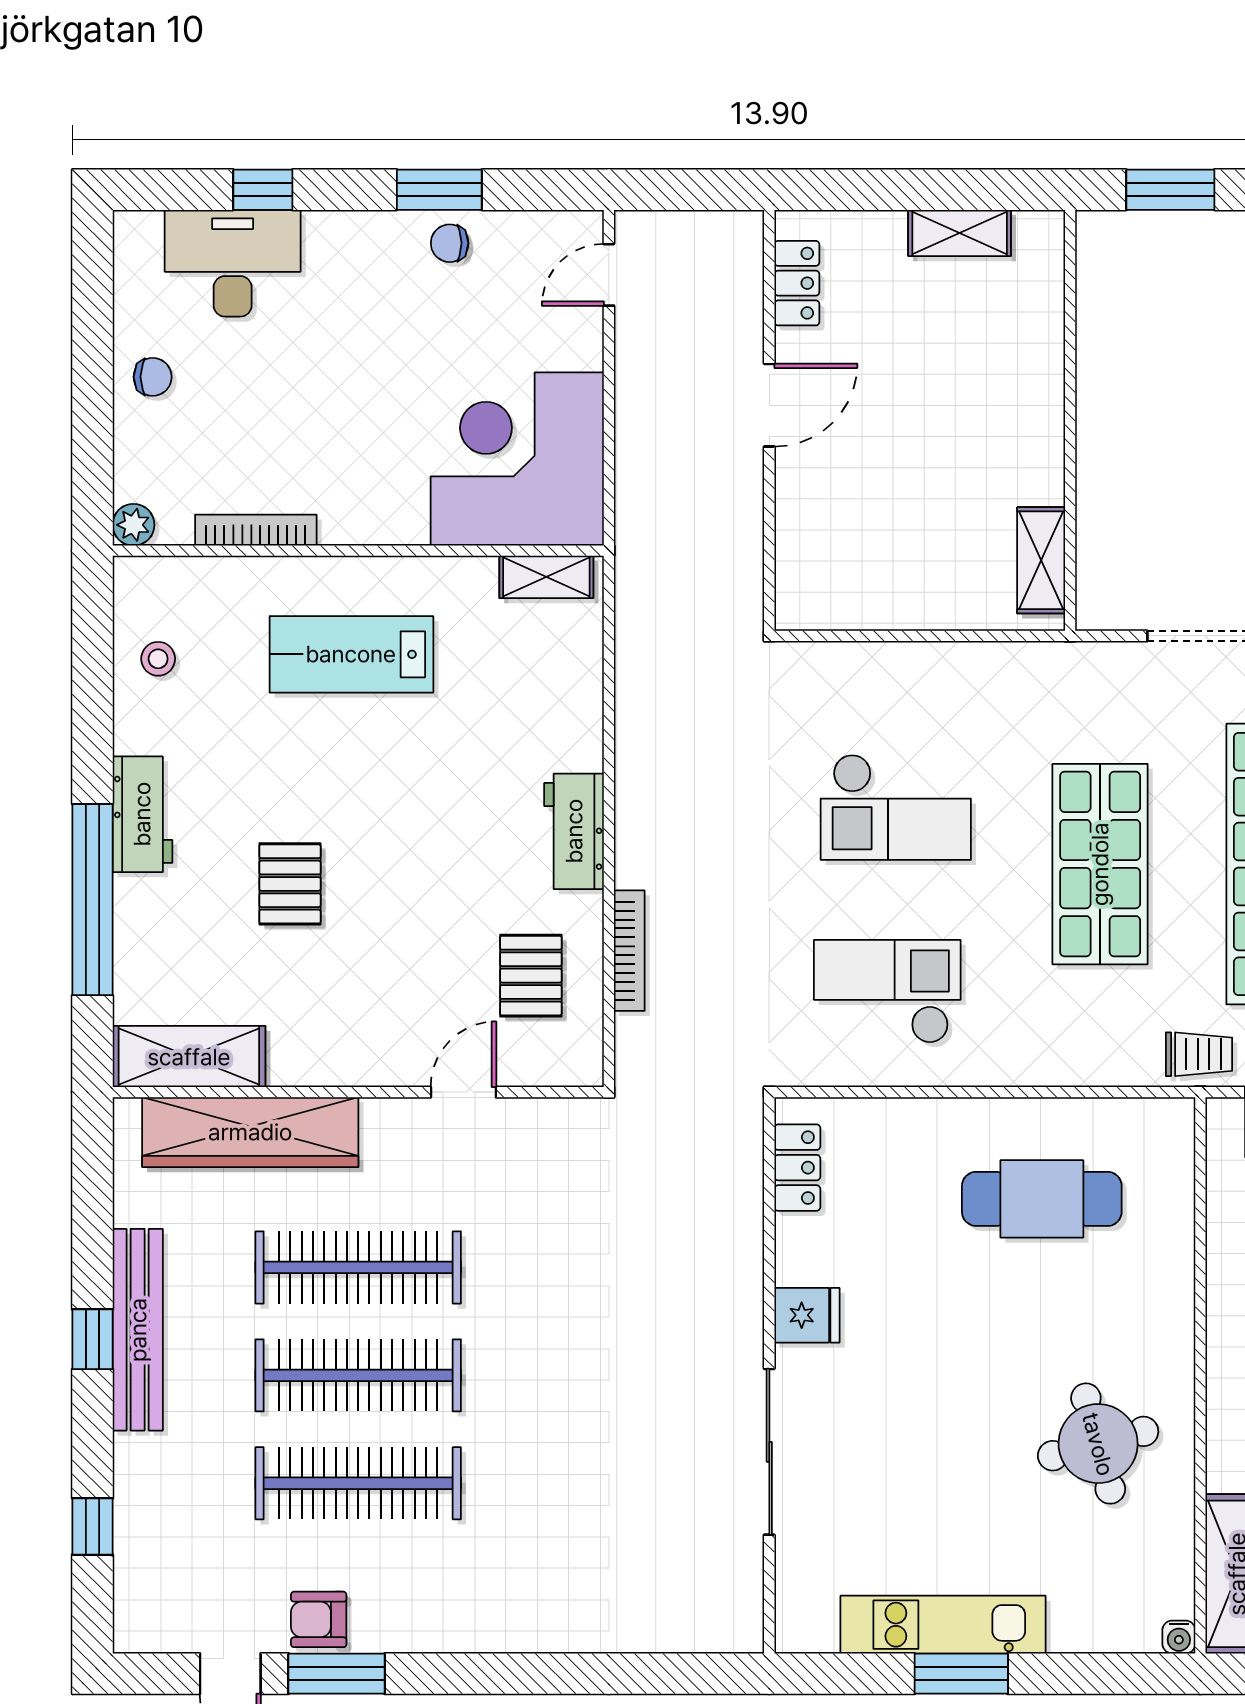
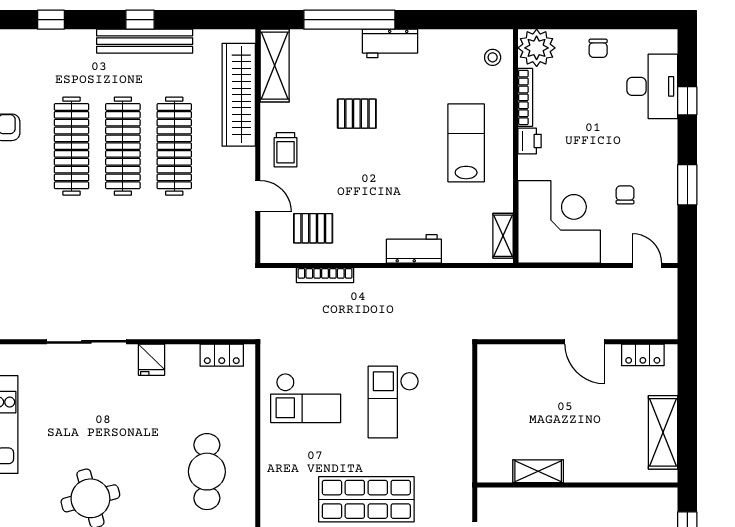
shelving: (960, 233) -> (663, 432), width x1.50, depth x1.33
chair: (450, 243) -> (625, 195), moved
printer: (348, 521) -> (529, 141), added
plant: (133, 525) -> (537, 48), width x1.88, depth x1.88
shelving: (1041, 560) -> (538, 471), moved
stool: (158, 659) -> (493, 57), moved
workbench: (574, 831) -> (414, 249), moved
checkout: (887, 992) -> (306, 398), turned 90
trolley: (366, 1034) -> (286, 150), added

